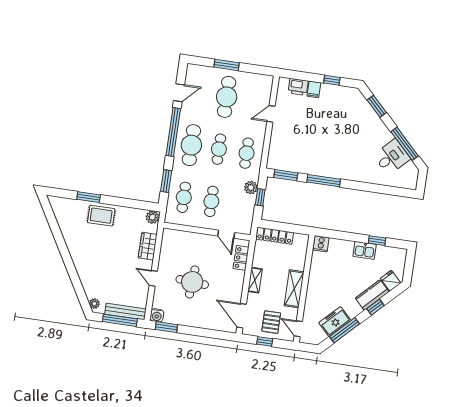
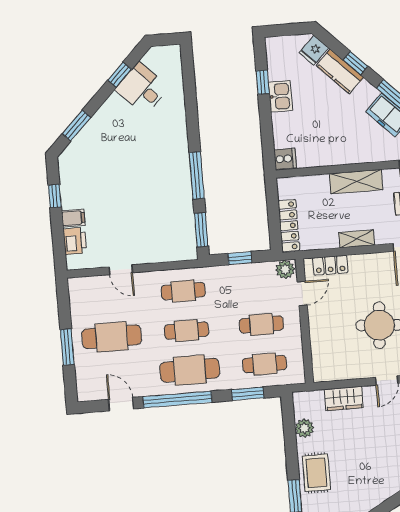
window: (405, 144) -> (120, 75), width x0.46
plant: (251, 188) -> (285, 269), moved
plant: (152, 217) -> (304, 428), moved

